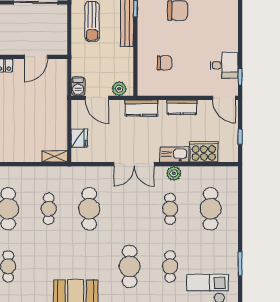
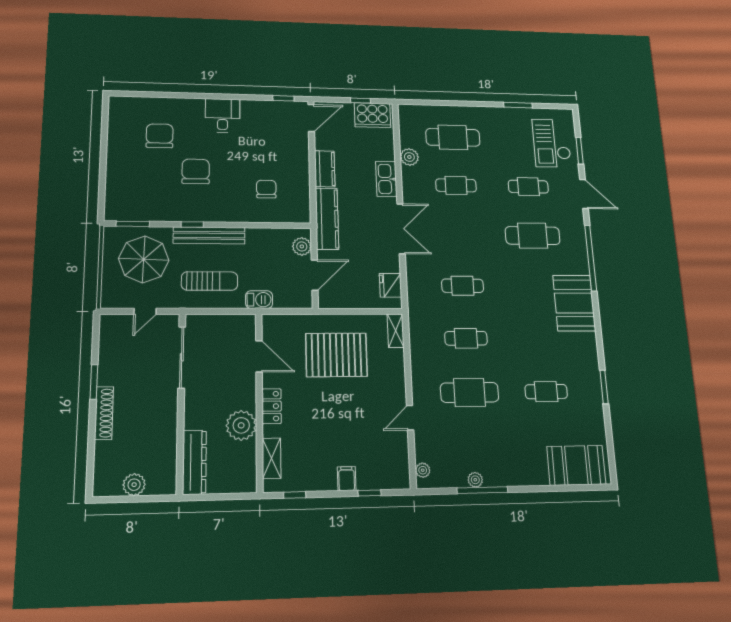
desk: (224, 65) -> (223, 115), moved
barbecue: (78, 86) -> (259, 300), moved
kitchen counter: (141, 108) -> (327, 219), width x1.50
pallet: (37, 112) -> (336, 355), added
fridge: (79, 138) -> (391, 285), moved, turned -90
cooker: (204, 152) -> (372, 115), moved, turned -90
plant: (174, 173) -> (409, 157), moved
cafe table: (89, 209) -> (463, 286), width x0.73, depth x0.74

